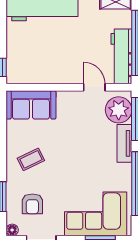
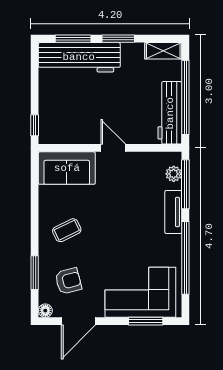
door: (94, 87) -> (113, 148), moved
plant: (119, 110) -> (174, 174), width x0.53, depth x0.53
armchair: (32, 204) -> (68, 281), turned -105

